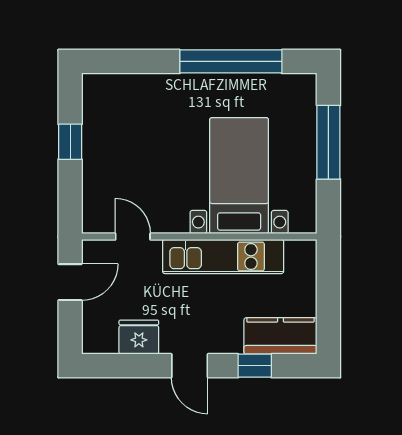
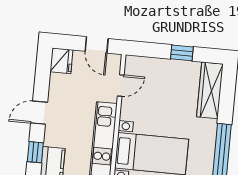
wardrobe: (127, 90) -> (210, 90), added
fridge: (139, 337) -> (61, 61), moved

